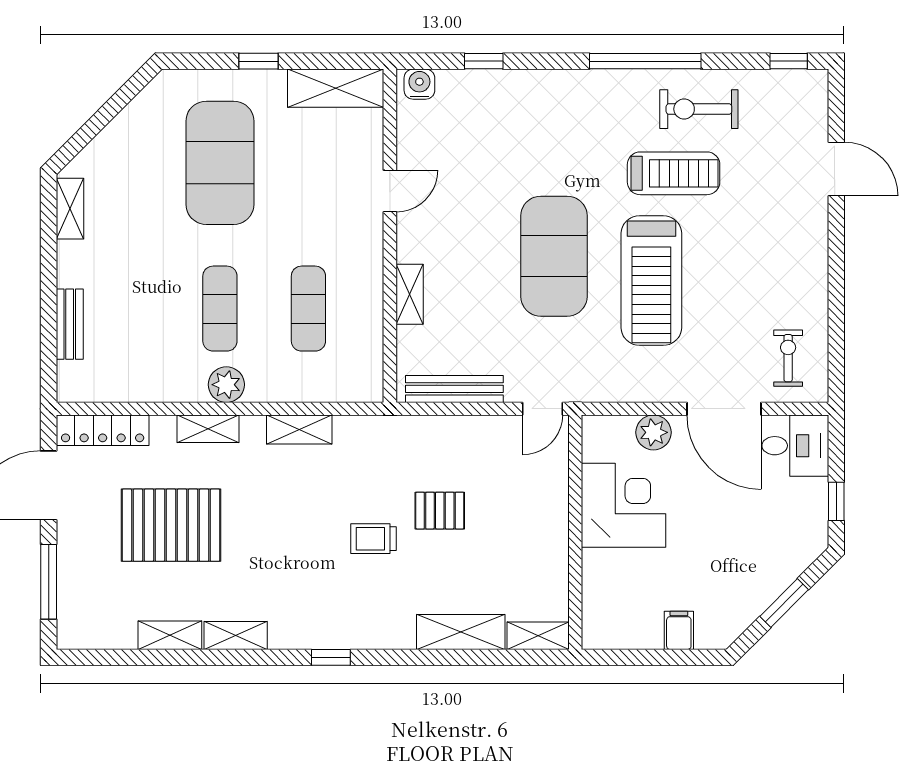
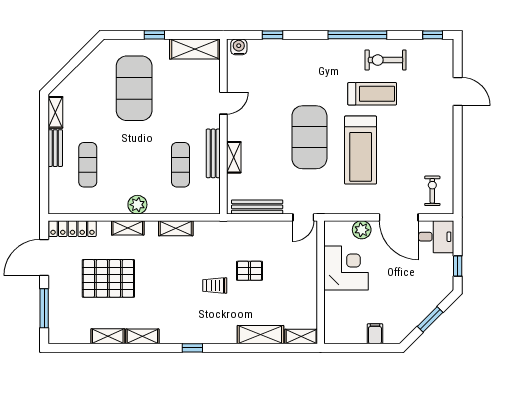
bench: (371, 287) -> (213, 153), added
exercise mat: (220, 309) -> (88, 165), moved
bench: (70, 324) -> (55, 148), moved

